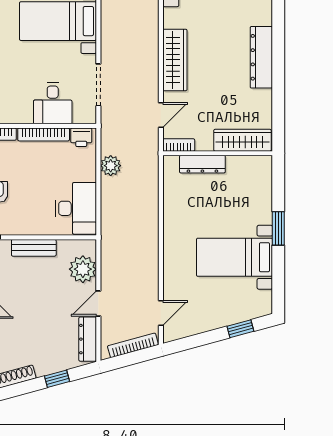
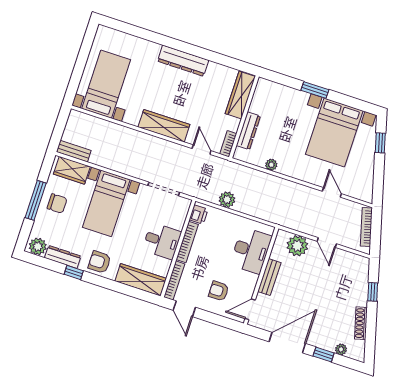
desk: (53, 103) -> (162, 241), moved
plant: (170, 205) -> (271, 165), added
desk: (76, 208) -> (251, 250), moved, turned 90
bed with nightstands: (234, 257) -> (334, 133), width x1.36
door: (161, 313) -> (332, 192), moved
dresser: (88, 339) -> (351, 259), removed

